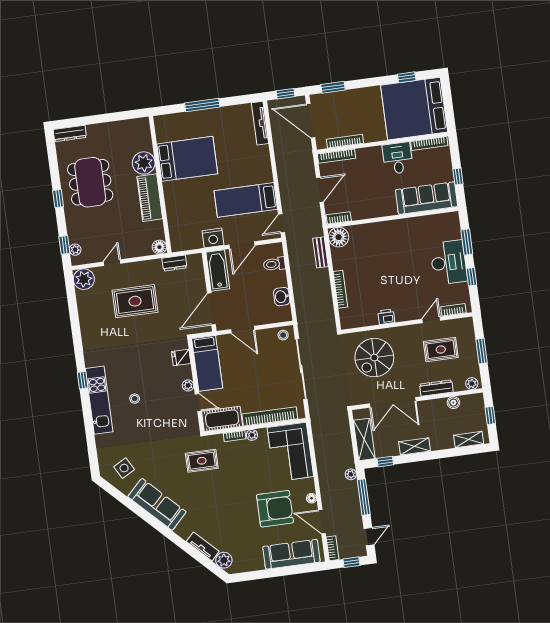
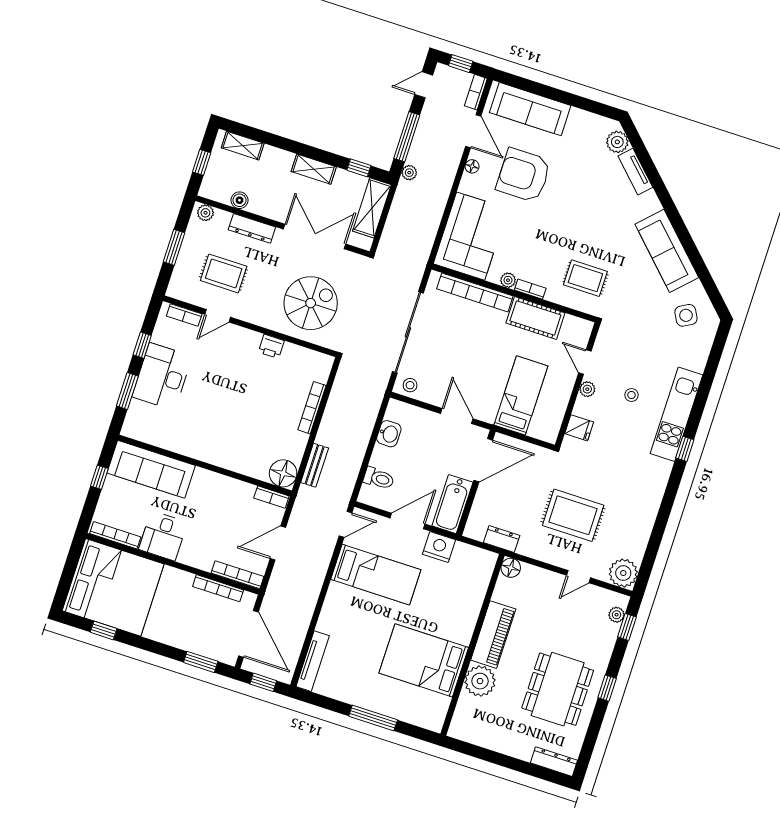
fridge: (181, 357) -> (579, 428), moved
plant: (188, 385) -> (587, 389), moved
wall: (196, 385) -> (578, 385), moved
door: (198, 402) -> (585, 362), moved

